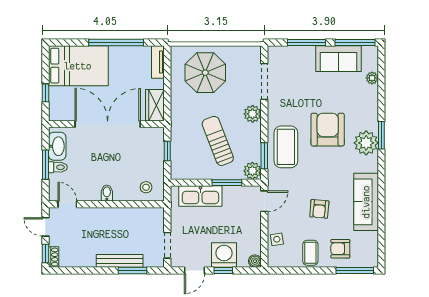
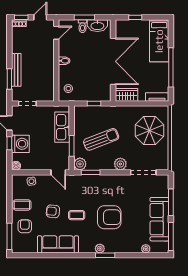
sofa: (339, 59) -> (159, 219), width x1.36
bed: (78, 66) -> (159, 41), width x0.67
plant: (366, 143) -> (100, 248), width x0.53, depth x0.53
coffee table: (286, 147) -> (77, 215), moved, width x0.54, depth x0.58

